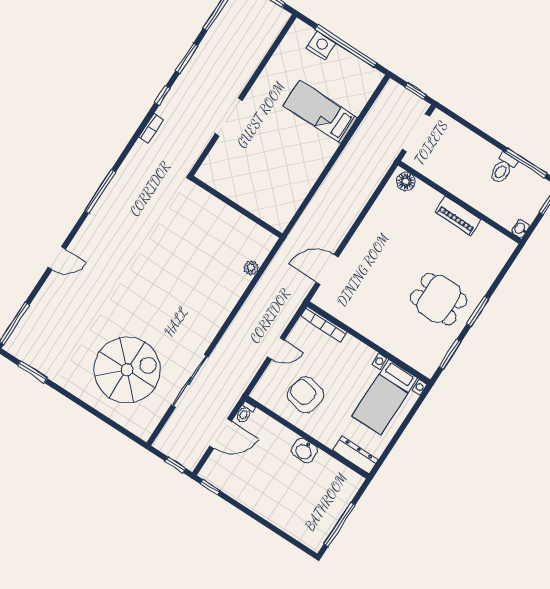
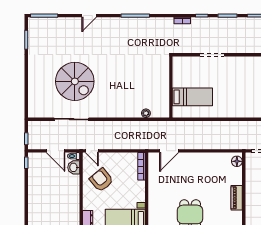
bed: (320, 112) -> (192, 97), moved, turned 90
door: (57, 258) -> (89, 16), hinge flipped
door: (327, 270) -> (169, 151), swing flipped
door: (276, 348) -> (92, 151), moved
spiral stairs: (127, 370) -> (75, 81), moved
armchair: (306, 395) -> (101, 180), turned -51
washbasin: (304, 451) -> (74, 167), moved

